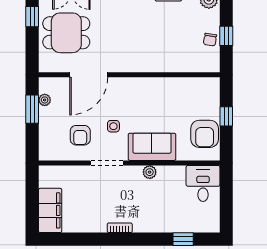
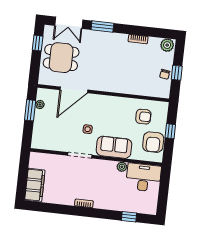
armchair: (80, 135) -> (143, 117), moved, turned -90
plant: (150, 172) -> (122, 167), moved
desk: (203, 183) -> (143, 177), width x1.37

